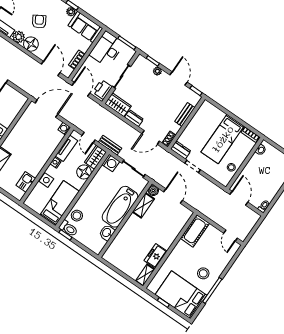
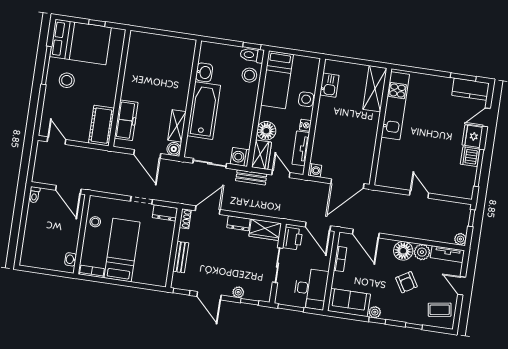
freezer: (156, 256) -> (126, 120), moved, width x1.40
shelving: (145, 275) -> (134, 44), removed

